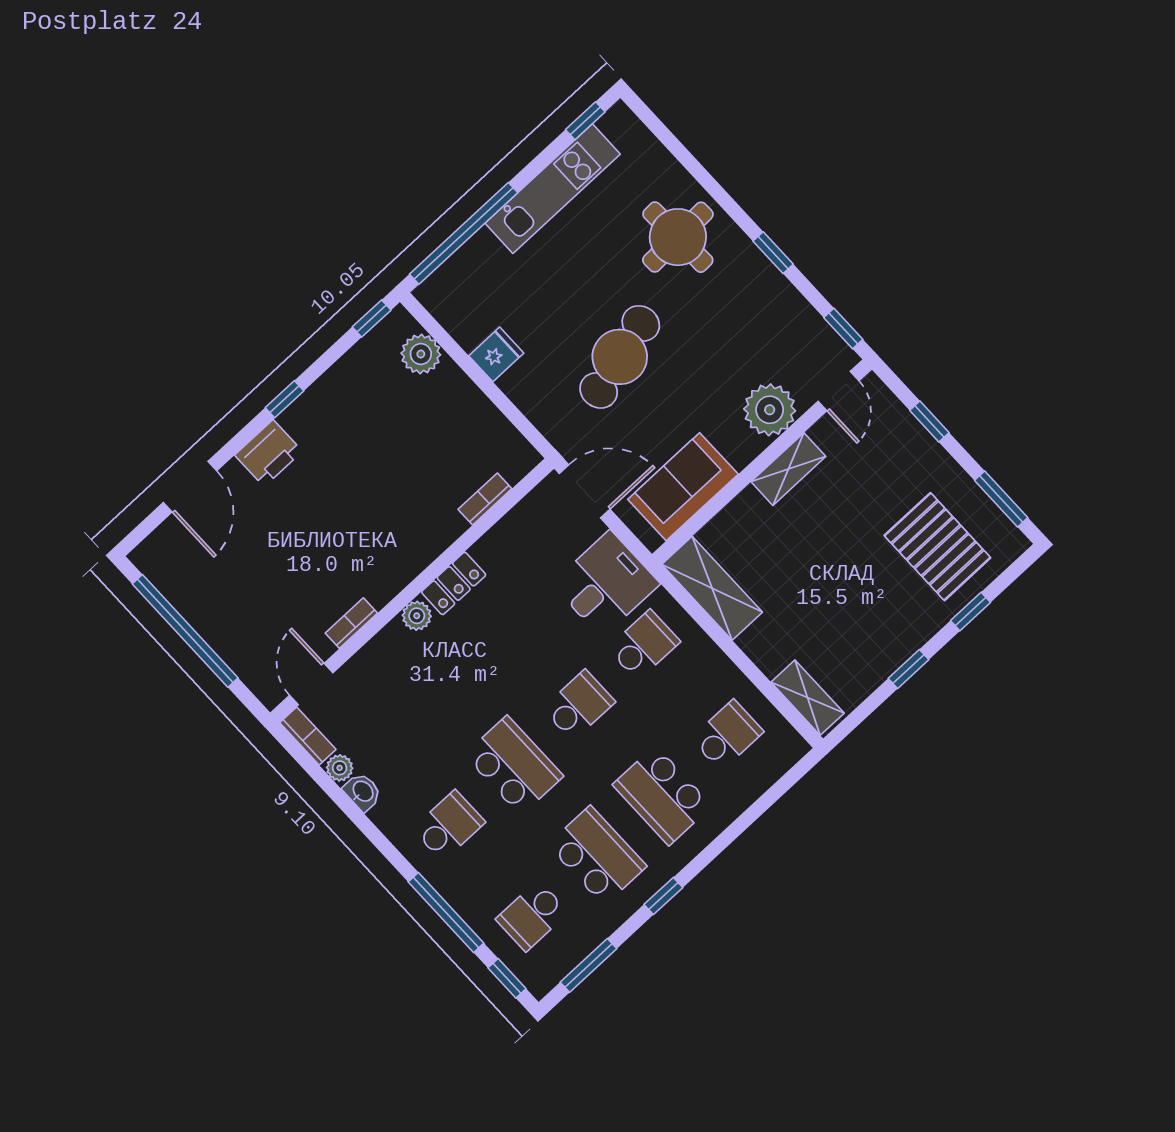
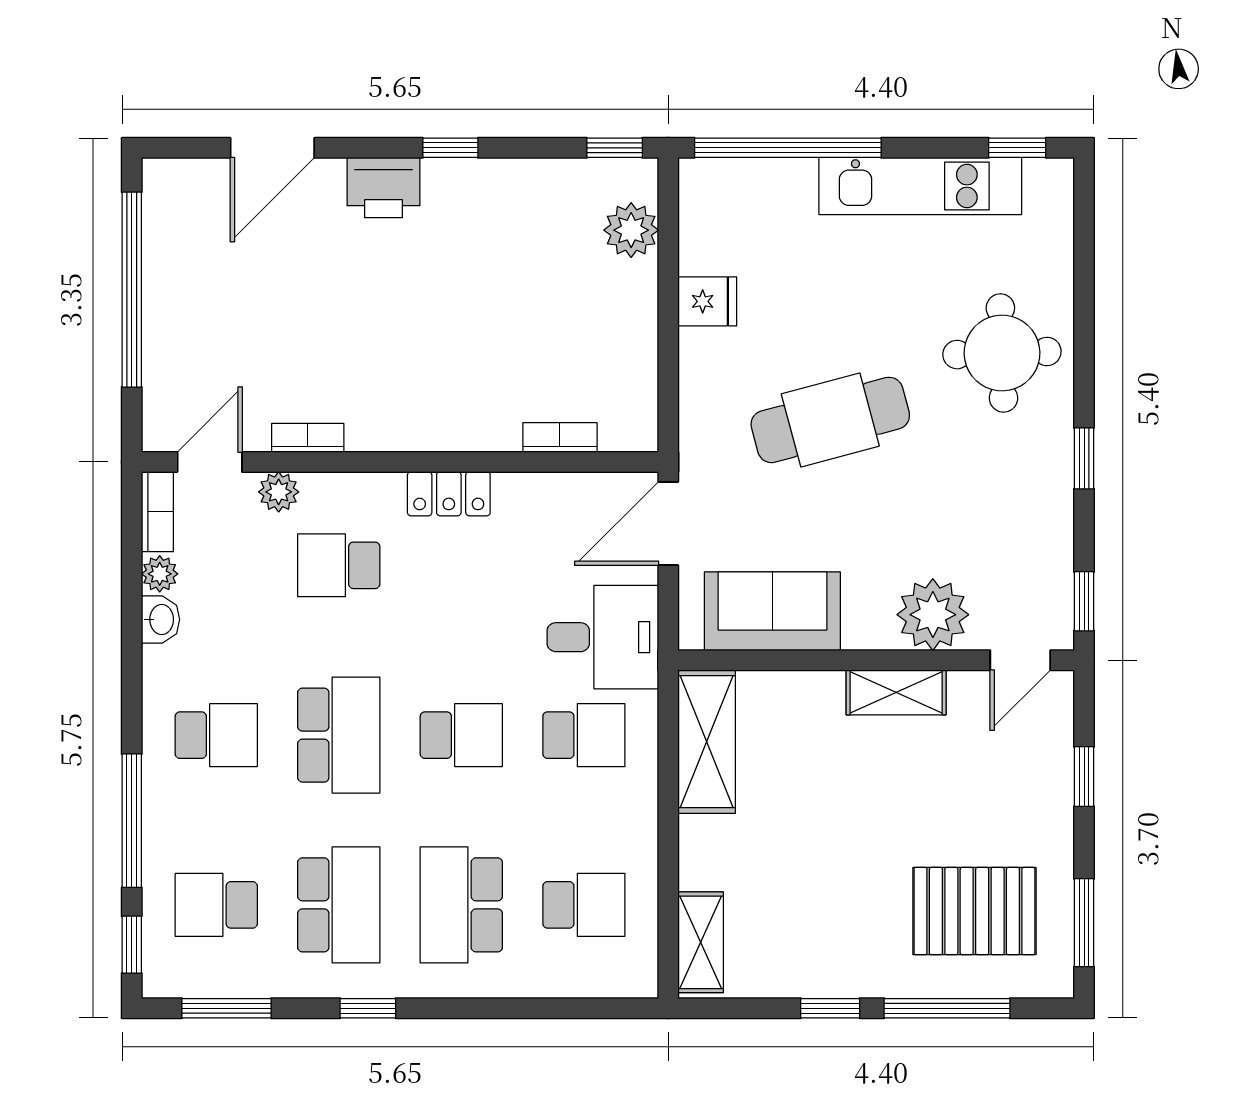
door: (585, 491) -> (668, 523), swing flipped
pallet: (937, 547) -> (974, 911), turned 90
window: (971, 612) -> (947, 1008), width x2.17
plant: (417, 616) -> (279, 492), moved
school desk: (430, 675) -> (339, 565), added

